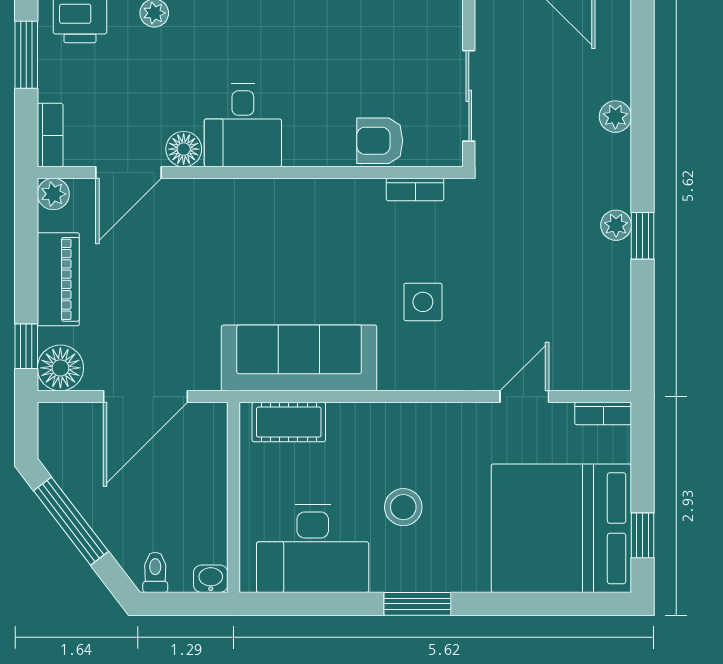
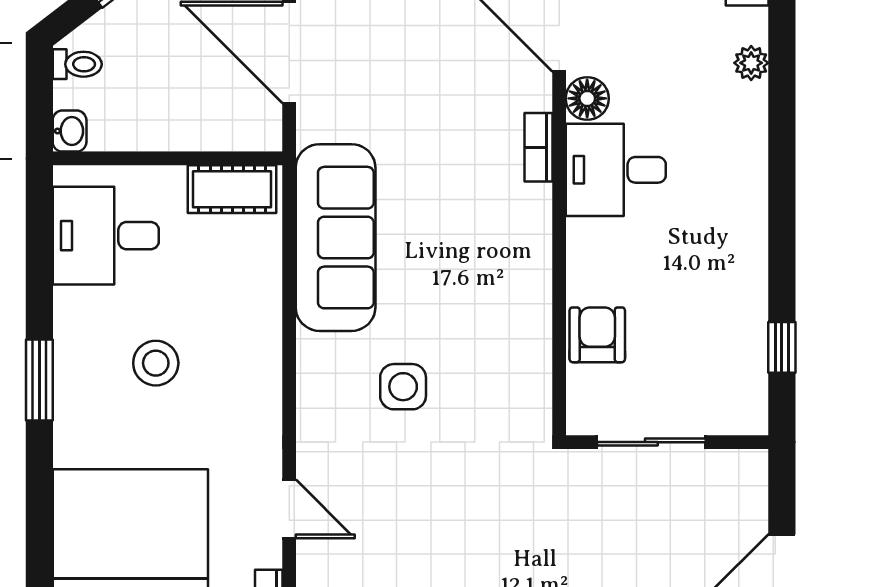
bookcase: (415, 190) -> (539, 147), moved
cot: (289, 422) -> (232, 189), moved, turned 90
desk: (313, 549) -> (106, 236), width x0.73

